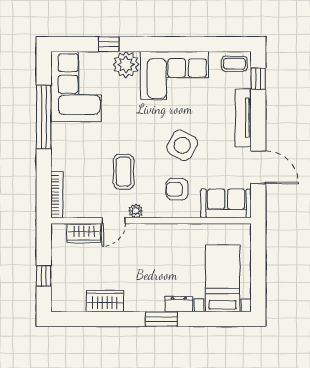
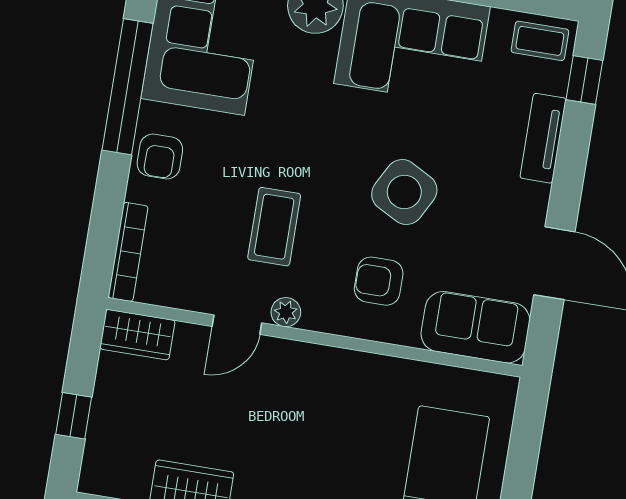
tv unit: (243, 118) -> (543, 138), width x0.71
armchair: (64, 147) -> (160, 156), added
wardrobe: (84, 233) -> (137, 335), moved

